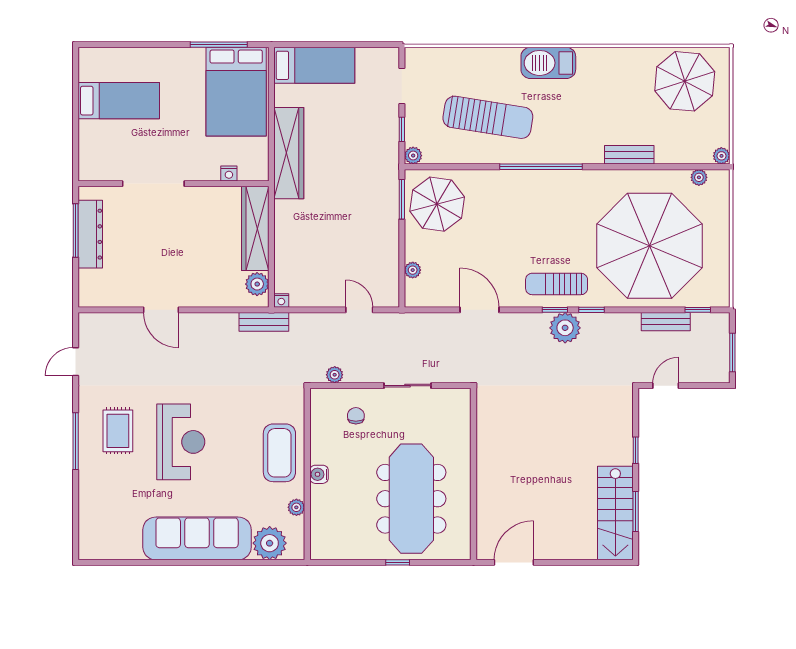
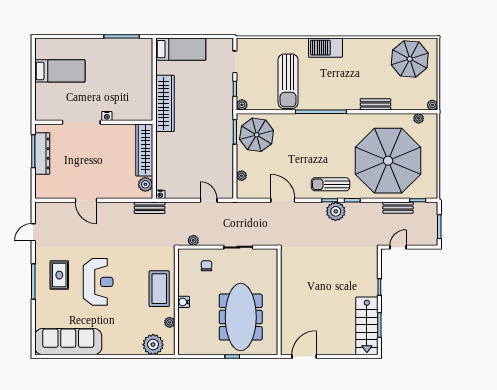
bed: (236, 92) -> (132, 65), removed
sun lounger: (488, 117) -> (288, 81), turned 81
nightstand: (229, 174) -> (107, 116), moved
sofa: (197, 538) -> (68, 342), moved

